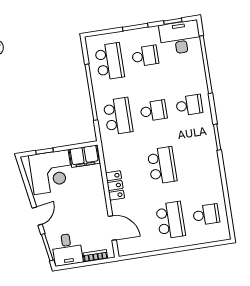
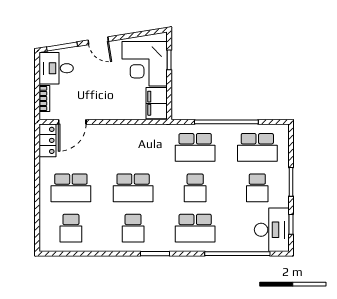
school desk: (189, 105) -> (195, 228), width x1.85
school desk: (198, 160) -> (133, 228), added
locker: (115, 185) -> (48, 140), moved, turned -90

